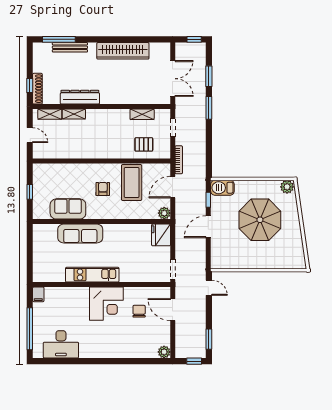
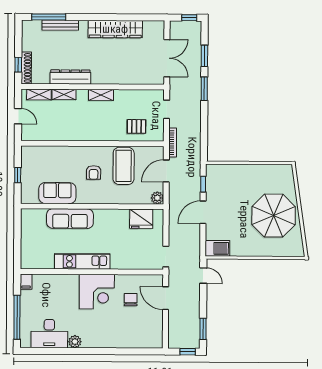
shelving: (142, 114) -> (101, 95), moved
plant: (287, 187) -> (285, 171), removed
barbecue: (222, 188) -> (217, 248), moved, turned 180
armchair: (103, 189) -> (94, 172), turned 180
parasol: (260, 220) -> (274, 216), moved
fridge: (161, 235) -> (141, 219), moved, turned -90
plant: (164, 352) -> (75, 342), moved

